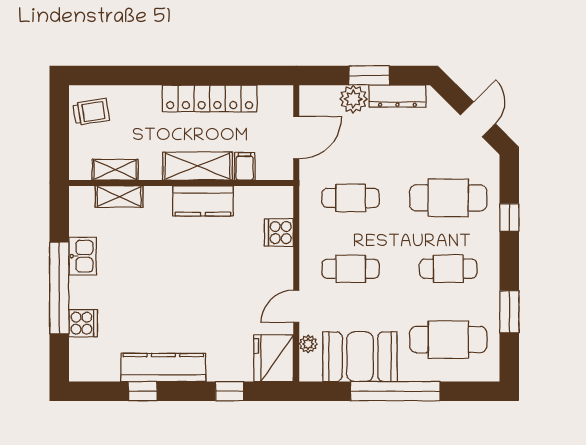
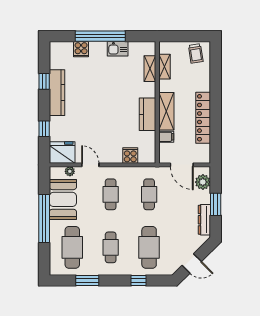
plant: (353, 99) -> (203, 182), moved

